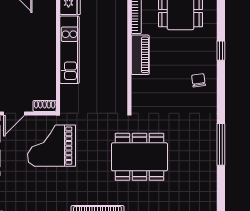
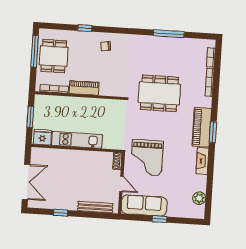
window: (221, 144) -> (169, 34), moved
dining table: (139, 157) -> (159, 93), turned 90

